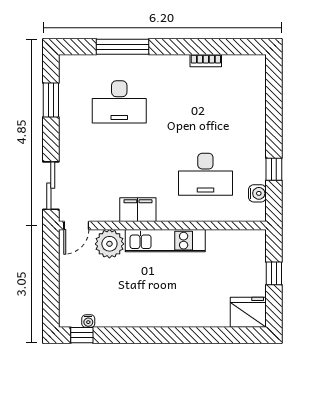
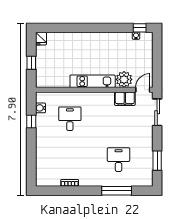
desk: (119, 102) -> (119, 160), width x0.73
desk: (205, 174) -> (70, 119), width x0.73
filing cabinet: (138, 210) -> (125, 99), moved
fridge: (248, 312) -> (41, 39), width x0.53, depth x0.75

